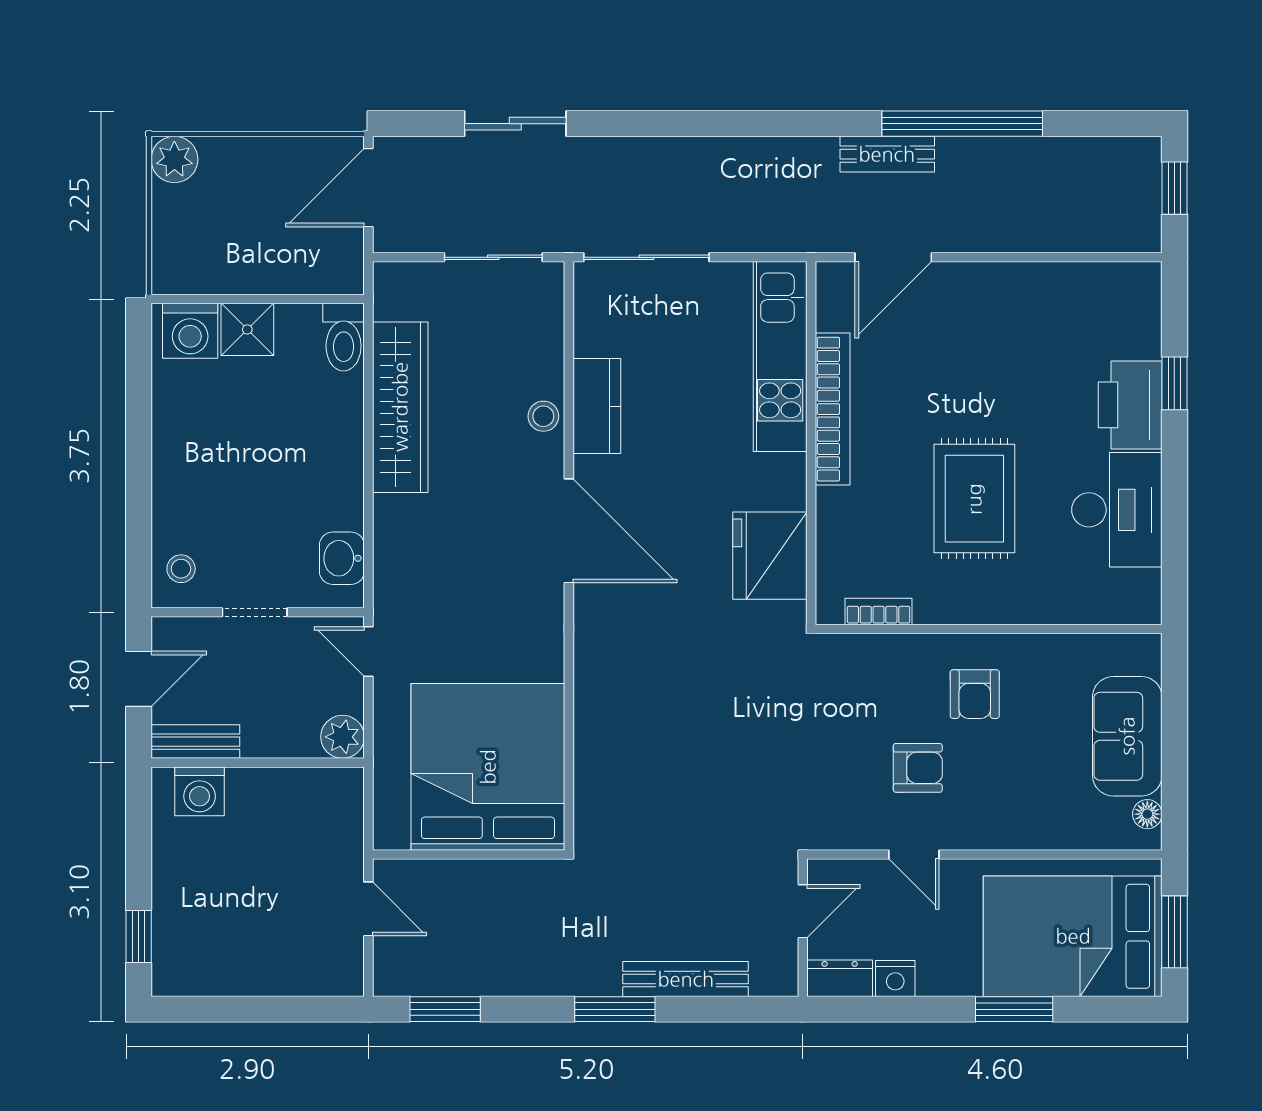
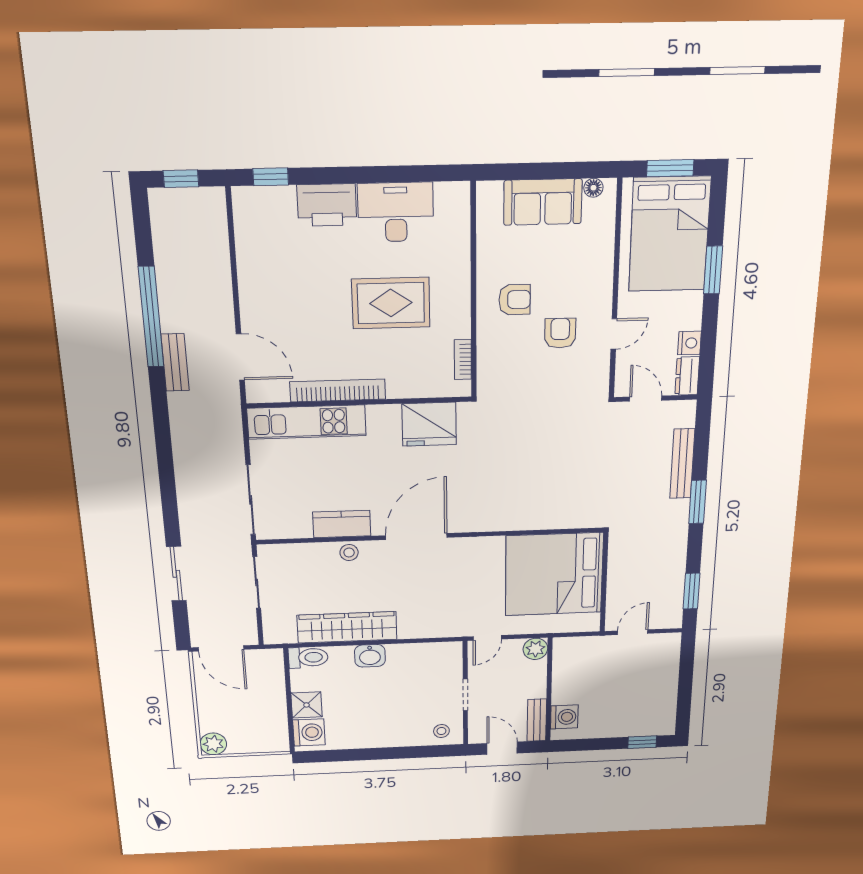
window: (1174, 383) -> (271, 177), moved
washbasin: (342, 558) -> (370, 656), moved

